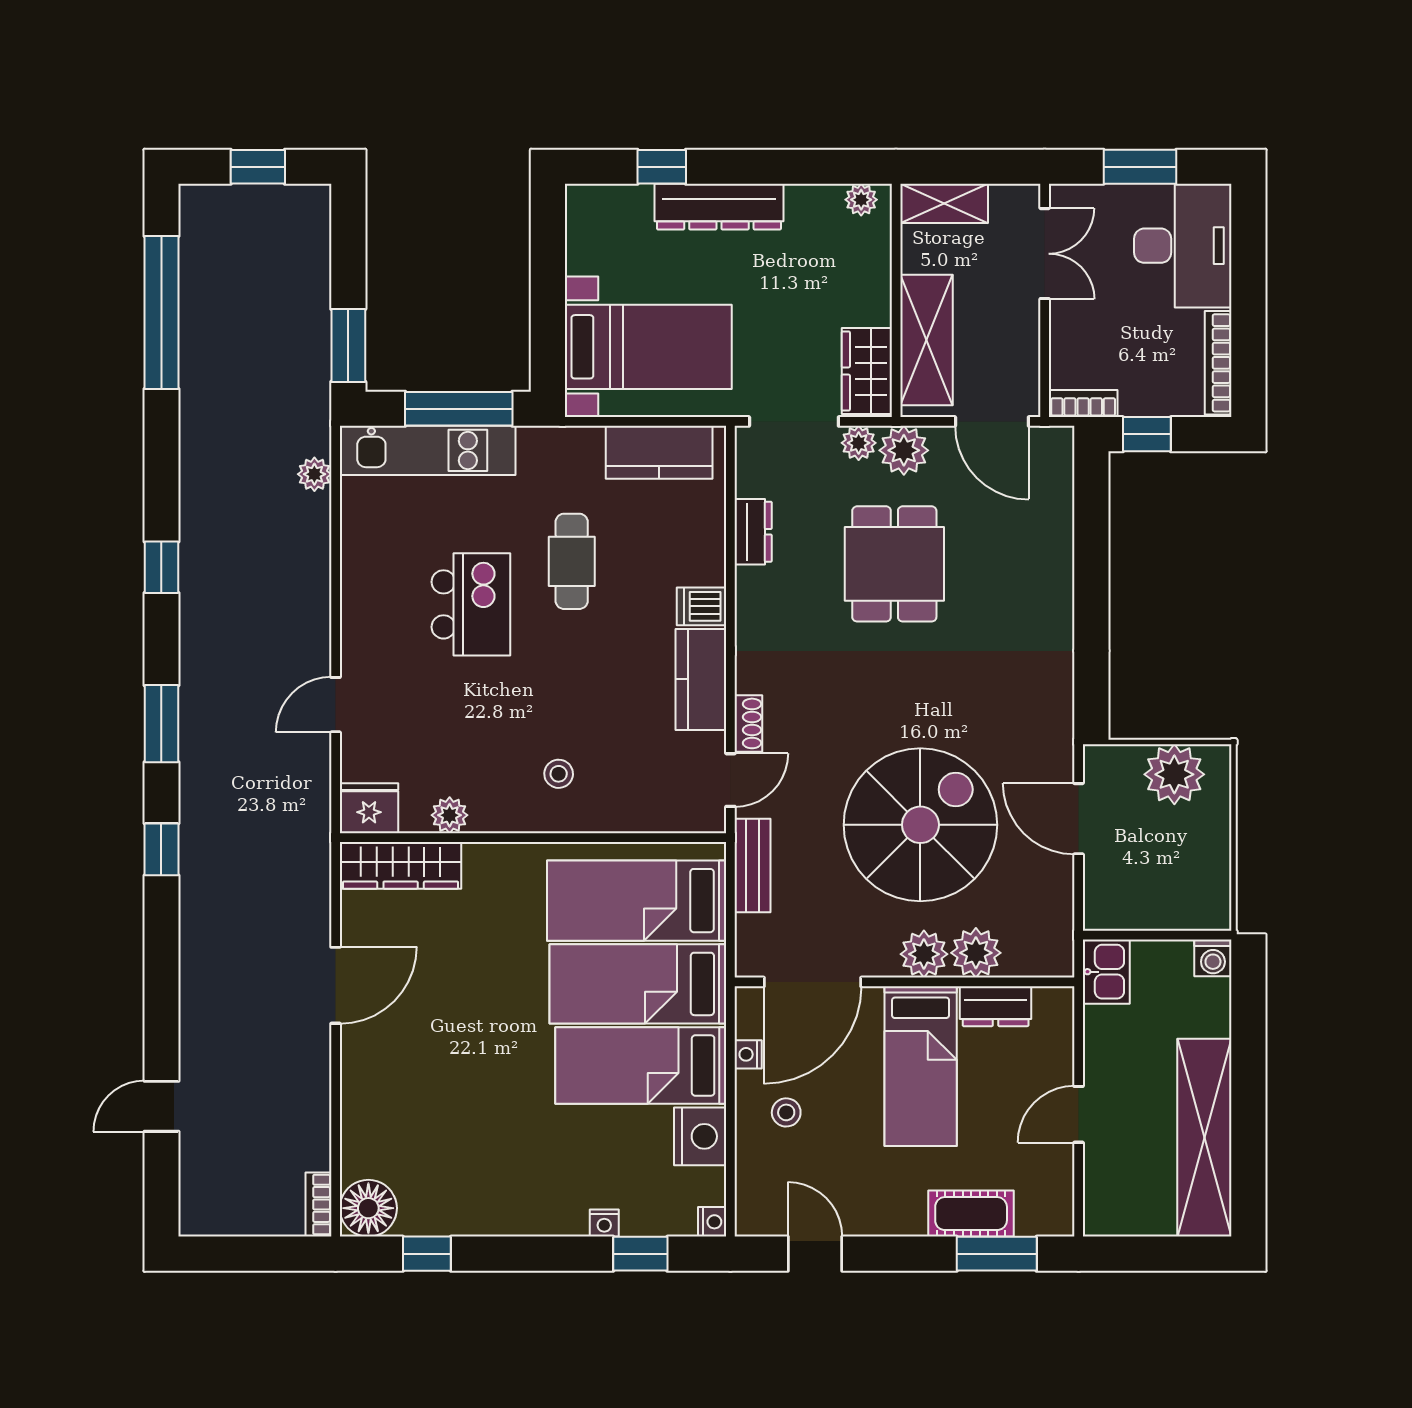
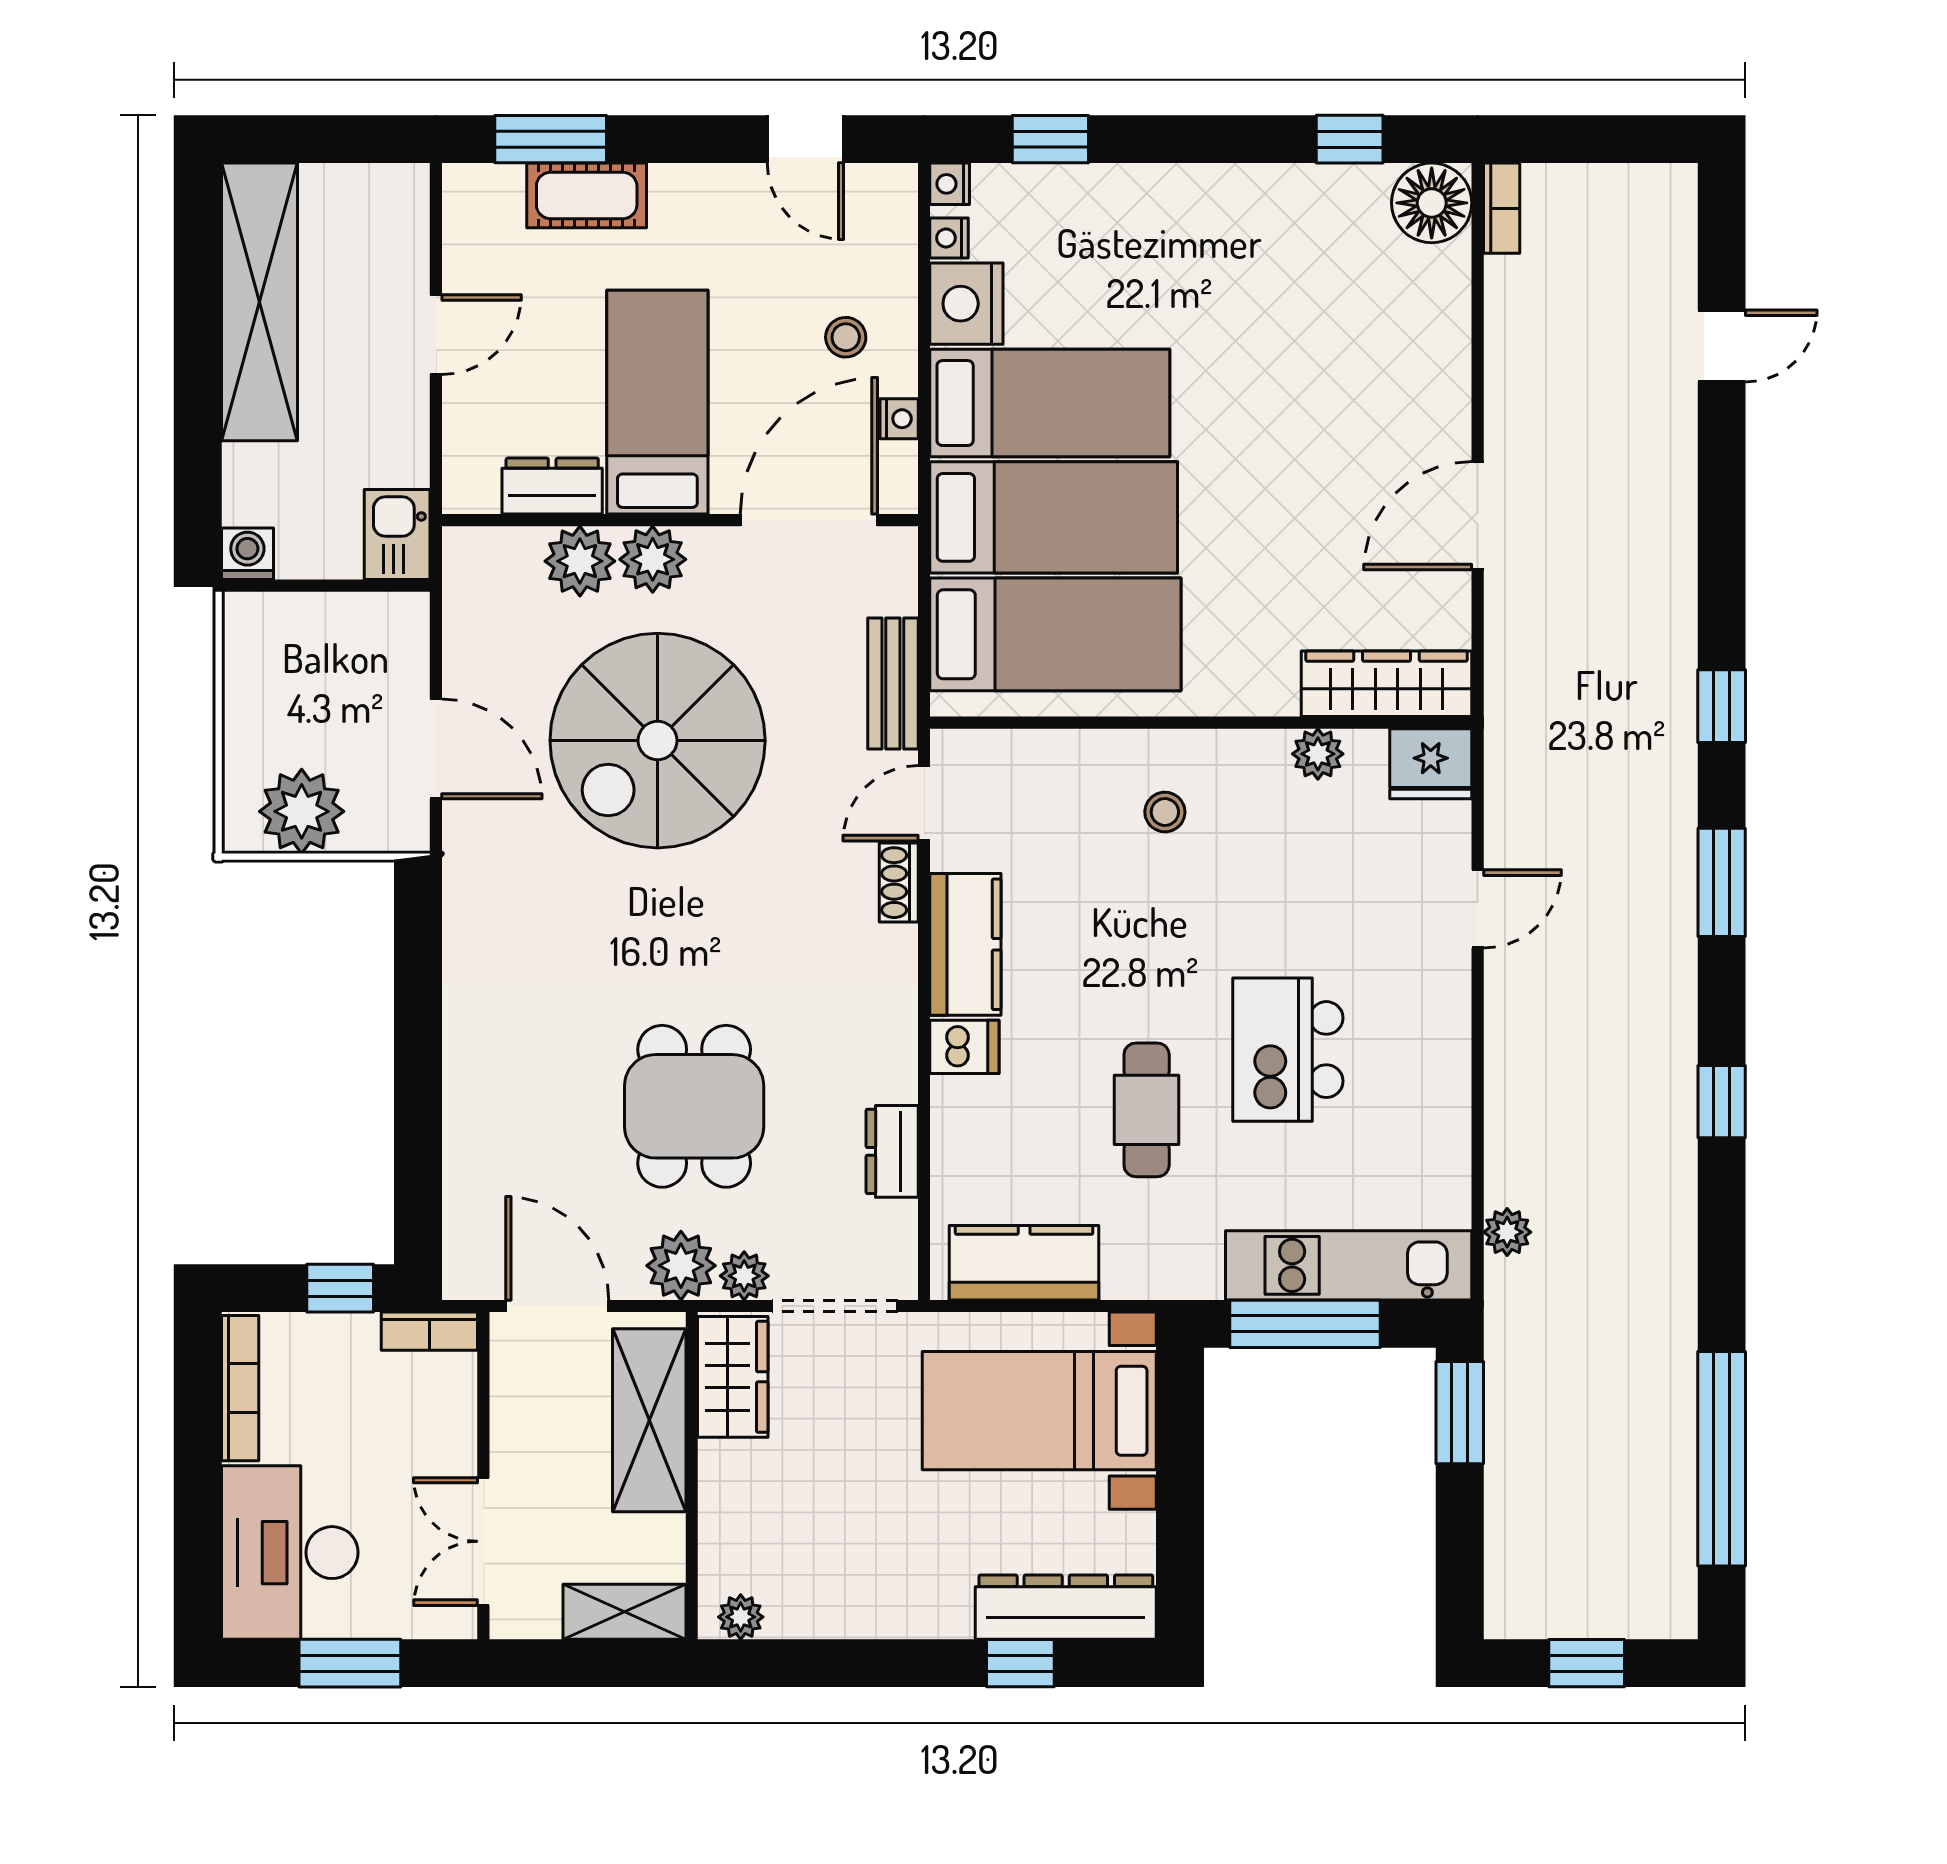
dresser: (719, 207) -> (1066, 1607), moved
nightstand: (604, 1223) -> (949, 238), moved, turned -90

